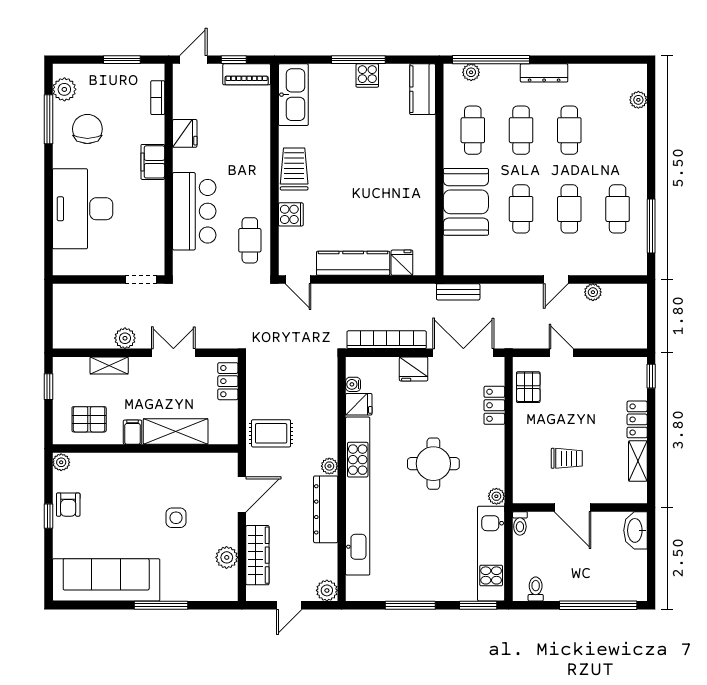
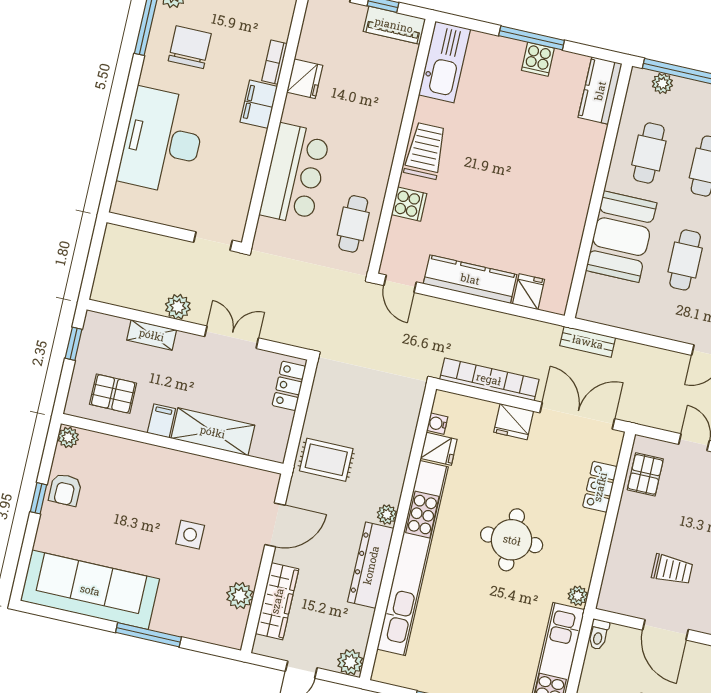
bookcase: (158, 98) -> (274, 62), moved

